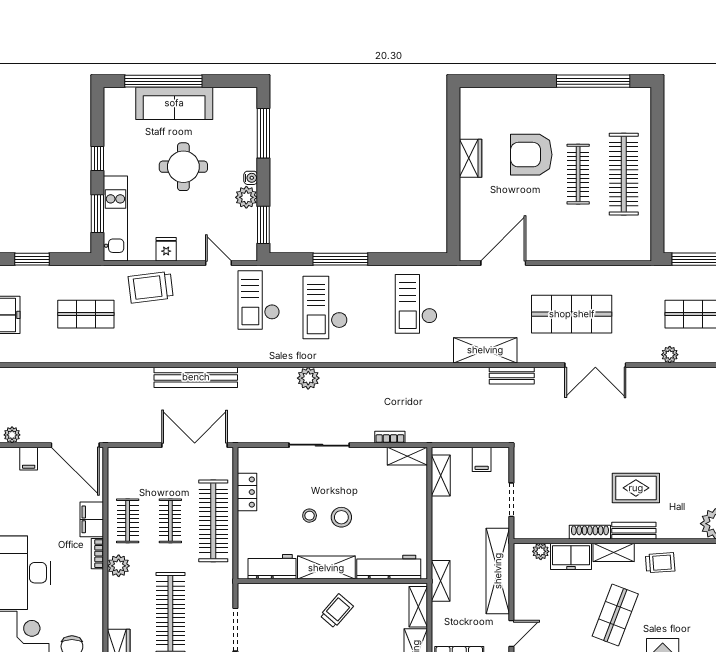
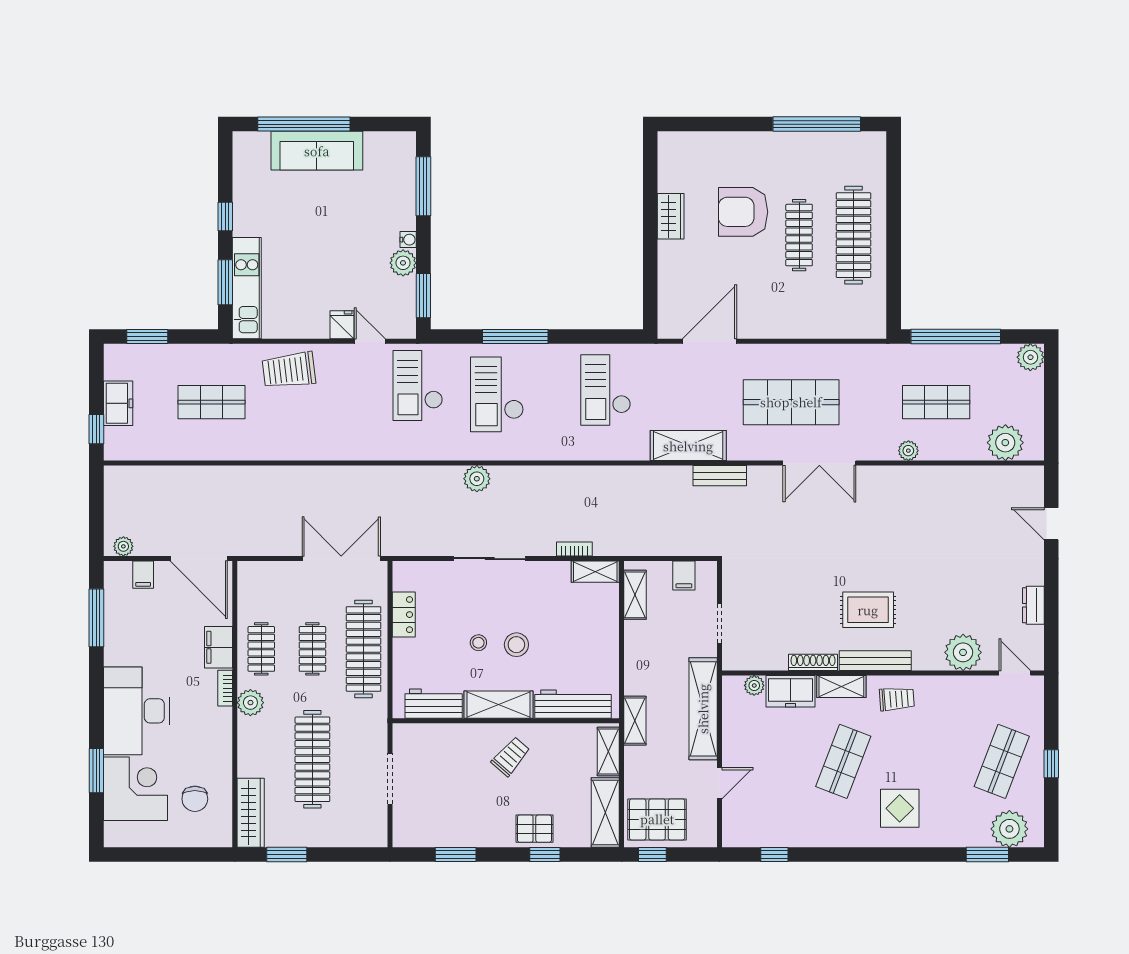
round table: (183, 167) -> (328, 226), removed
fridge: (166, 249) -> (342, 325), moved
bench: (196, 377) -> (343, 478), removed
bench: (634, 531) -> (875, 661), width x1.36

